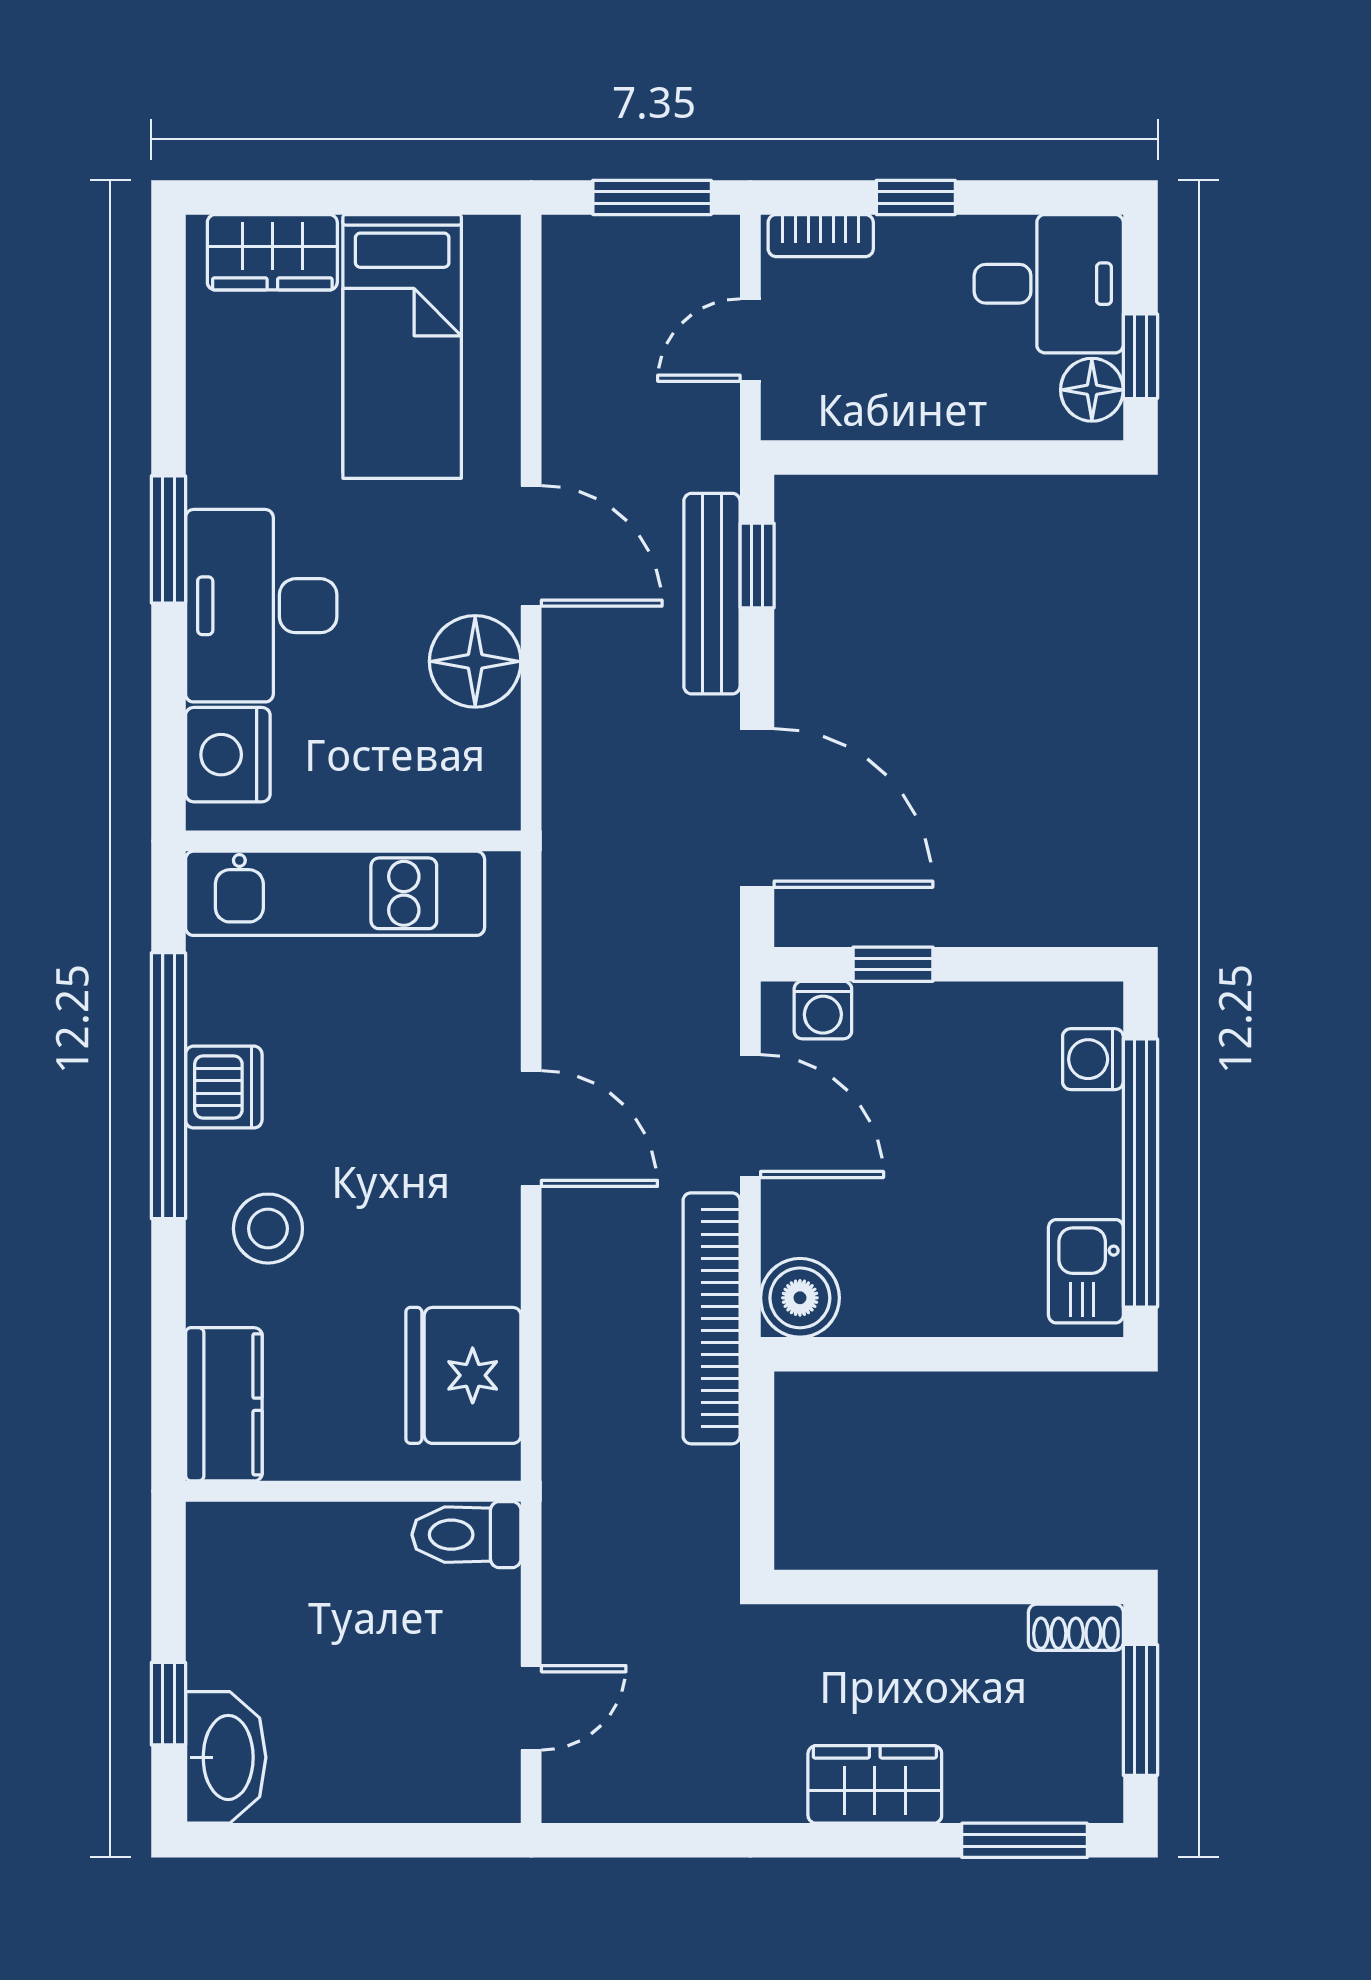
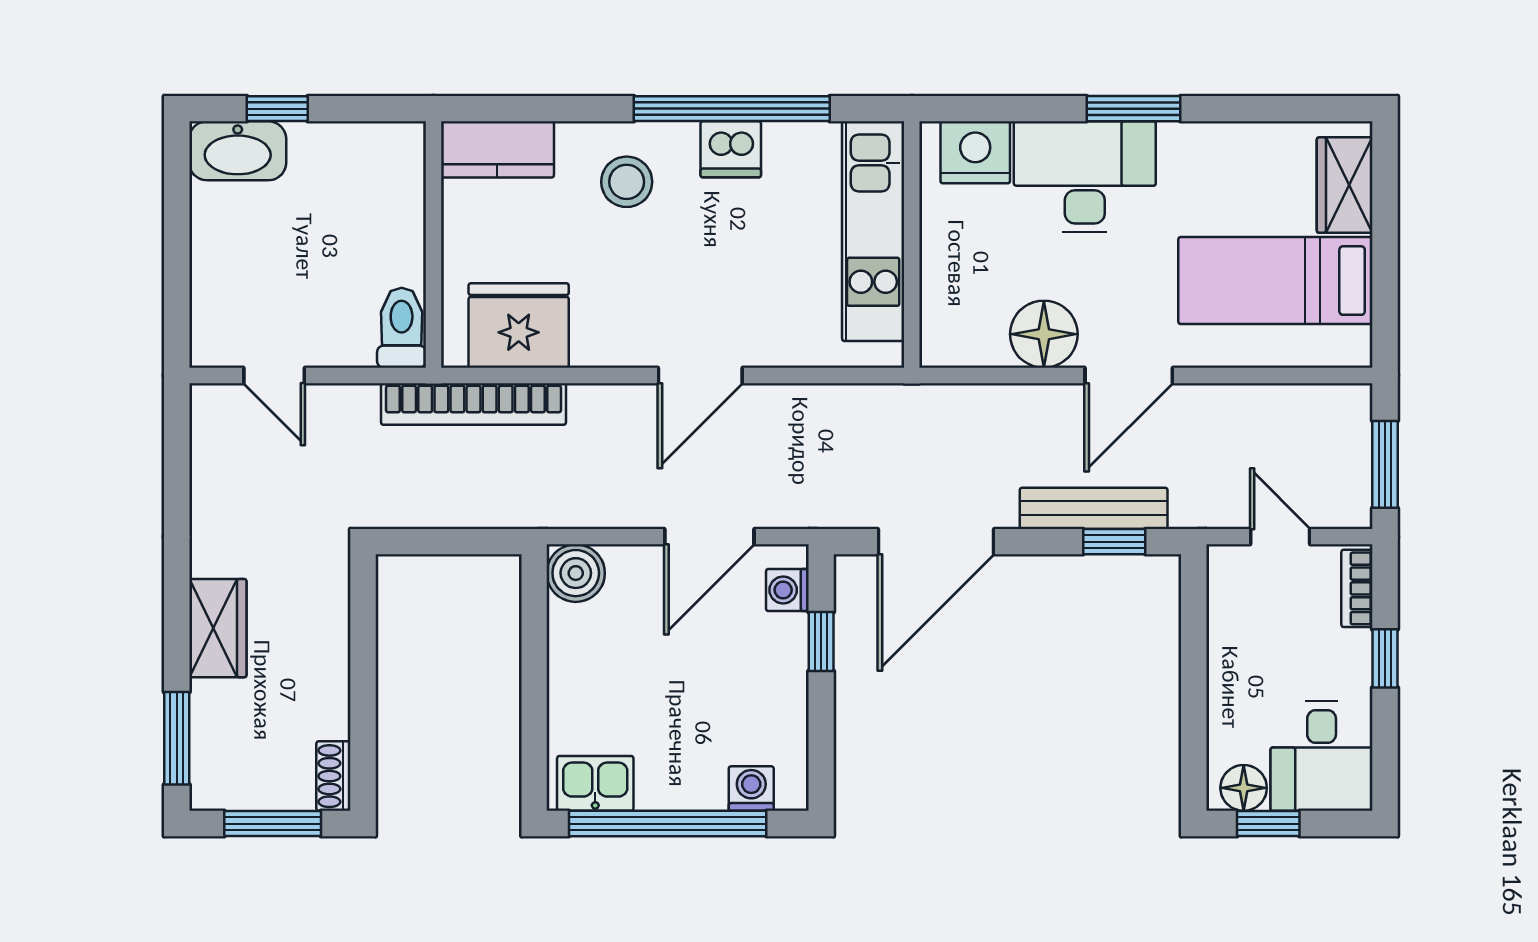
bookcase: (712, 1318) -> (474, 404), moved, turned 180

